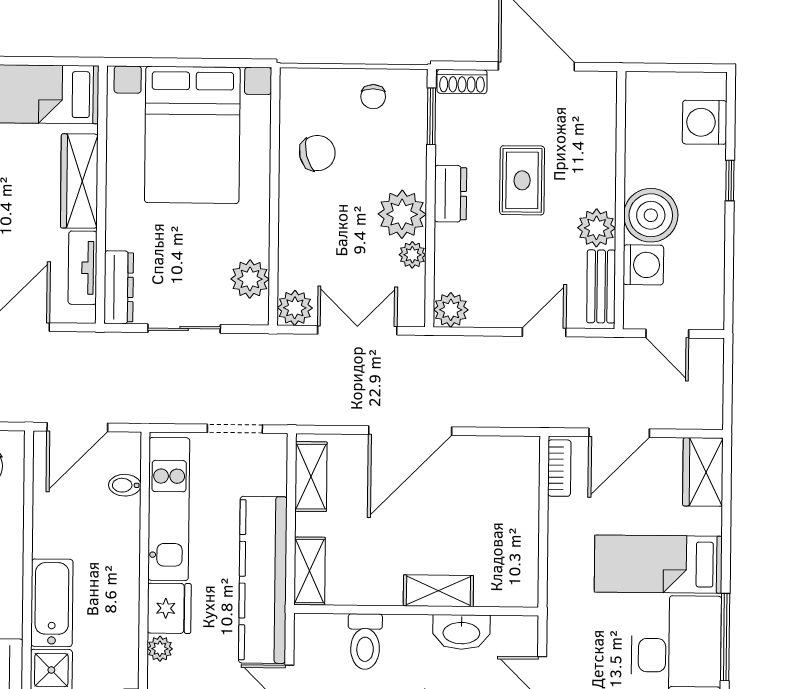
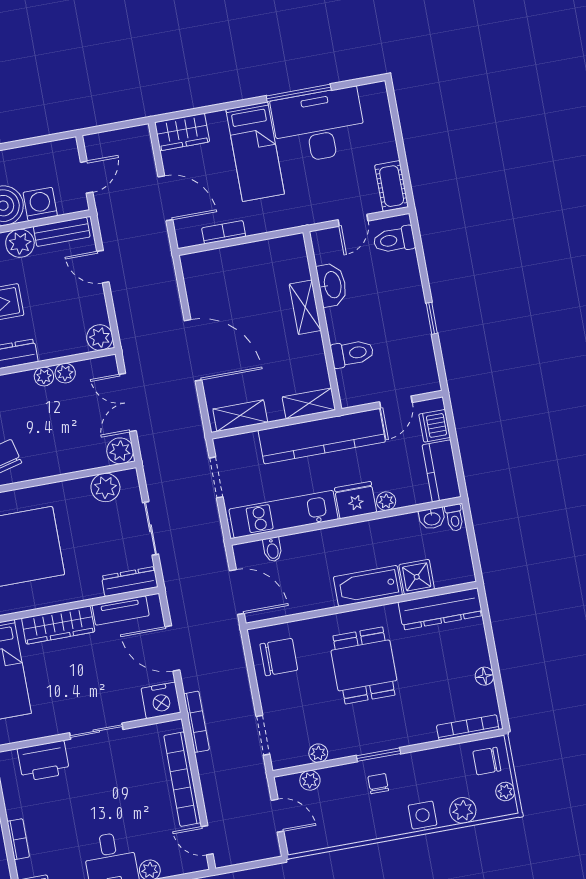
plant: (402, 214) -> (44, 377), width x0.53, depth x0.53
bookcase: (559, 468) -> (224, 232), moved

